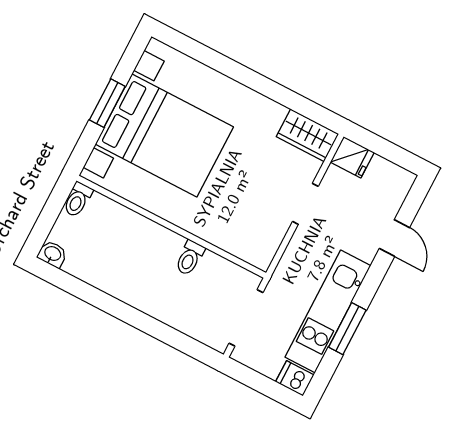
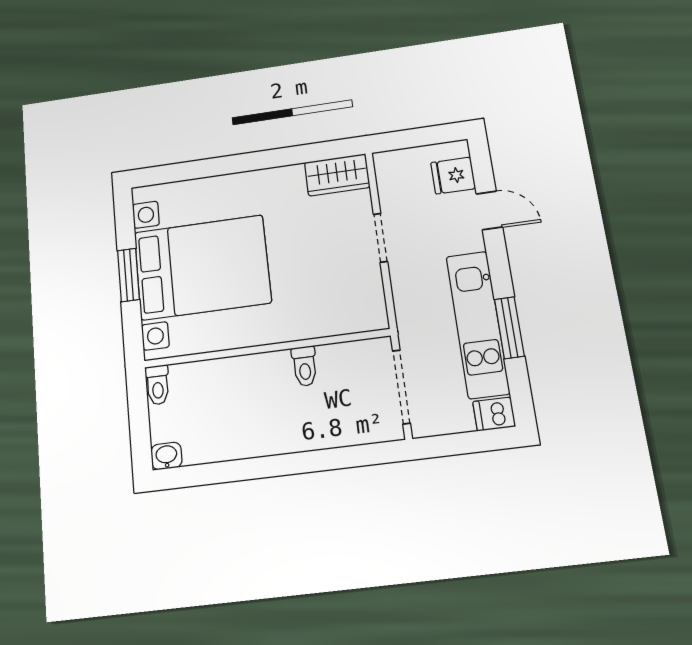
fridge: (352, 157) -> (453, 176), moved, turned 180

